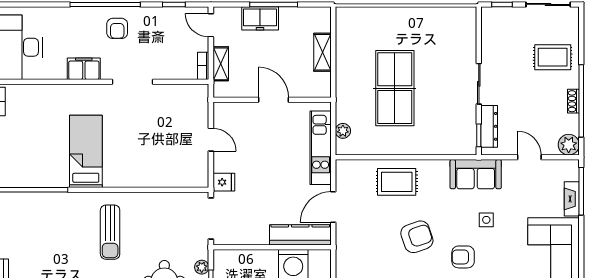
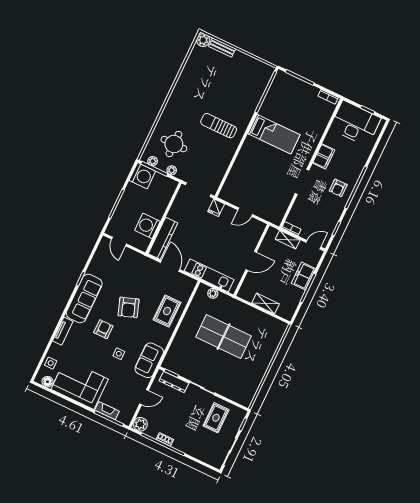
armchair: (117, 28) -> (338, 188), turned -90
rug: (553, 57) -> (216, 418), moved

